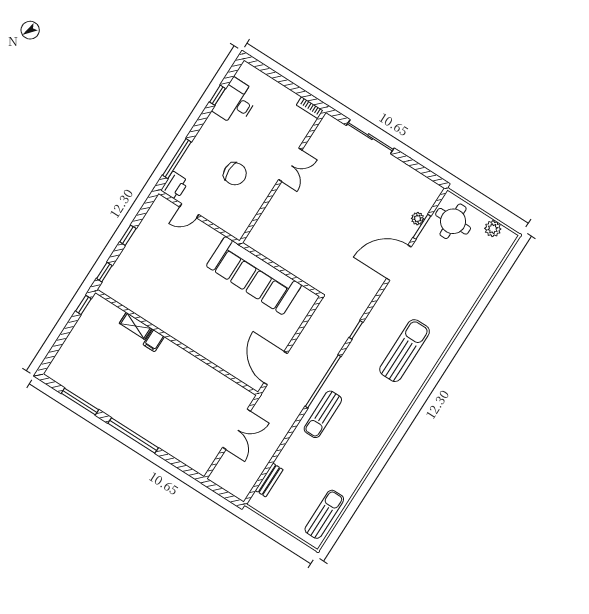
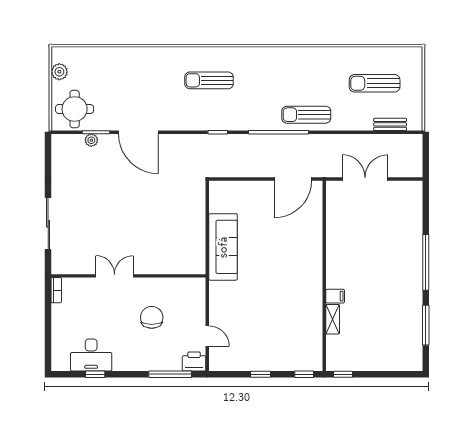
sofa: (254, 276) -> (223, 247), width x0.74, depth x0.79
sun lounger: (405, 351) -> (209, 80), width x0.73, depth x0.75
sun lounger: (323, 414) -> (306, 115), turned 180
sun lounger: (324, 514) -> (375, 83), moved

